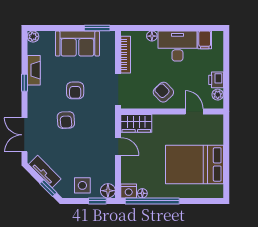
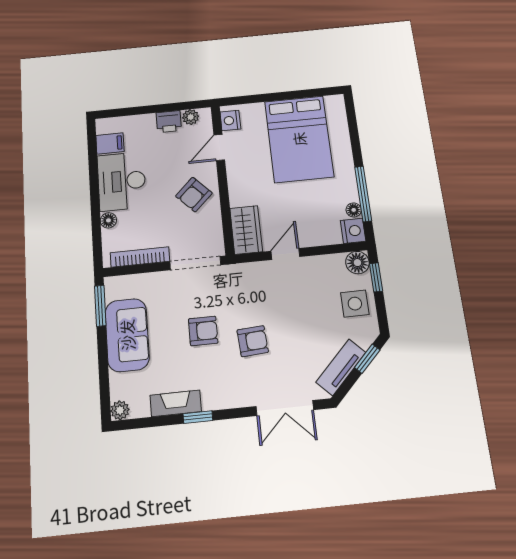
nightstand: (212, 121) -> (230, 120), added
window: (152, 201) -> (363, 194), width x0.68

